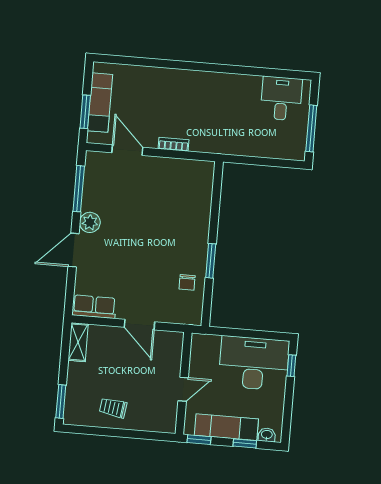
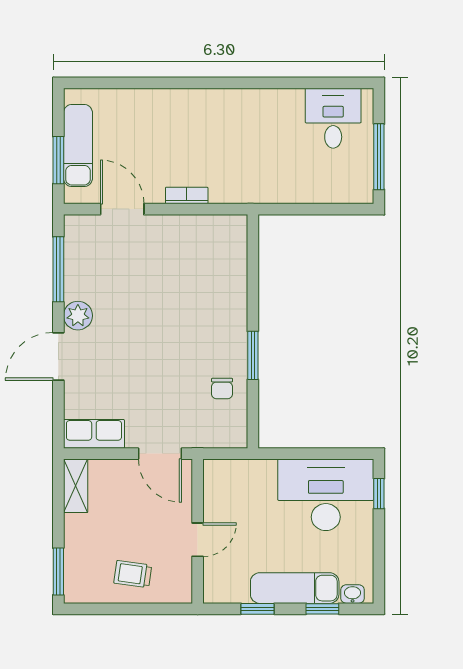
wall: (184, 383) -> (198, 531), moved
door: (183, 389) -> (198, 540), moved

